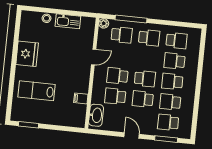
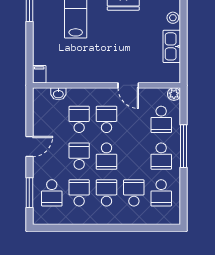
window: (131, 19) -> (184, 146), moved
filing cabinet: (81, 98) -> (39, 74), moved
washbasin: (96, 115) -> (58, 94), width x0.52, depth x0.69
school desk: (168, 122) -> (52, 193), turned 180

